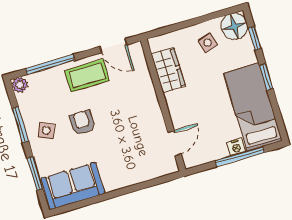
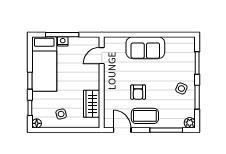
floor lamp: (234, 26) -> (37, 123), width x0.53, depth x0.53
armchair: (82, 123) -> (138, 92), moved
sofa: (73, 186) -> (145, 48), moved

